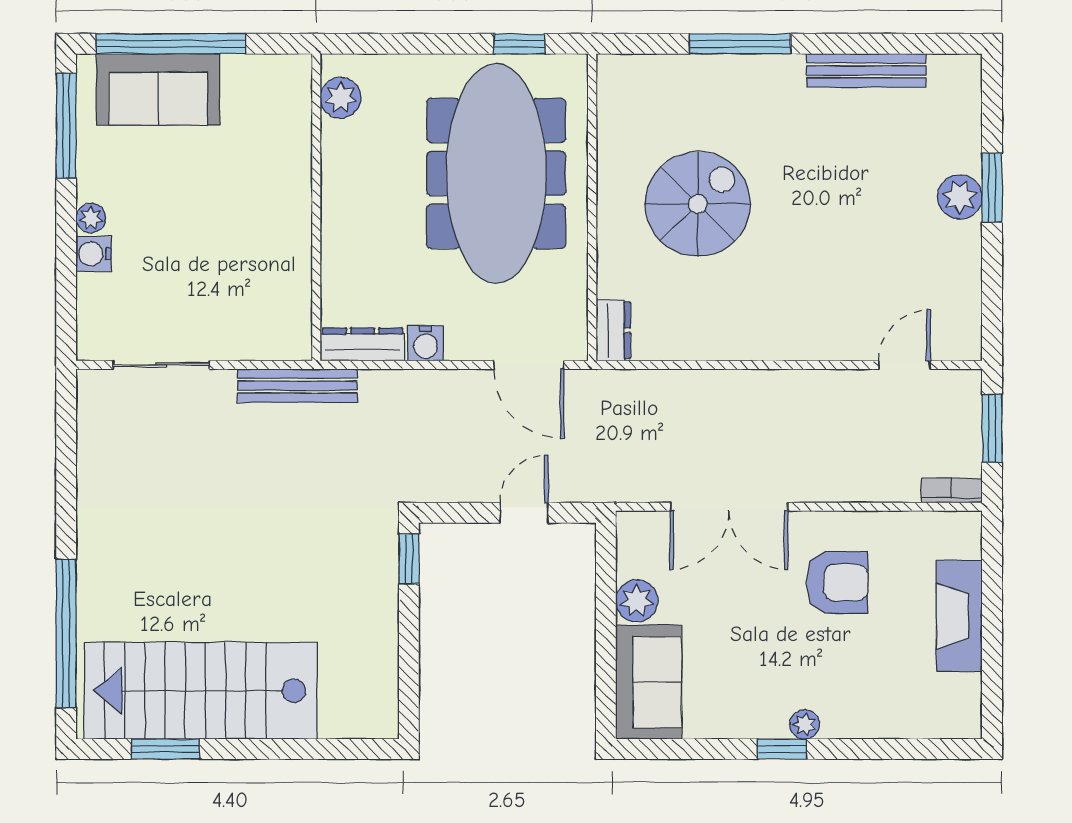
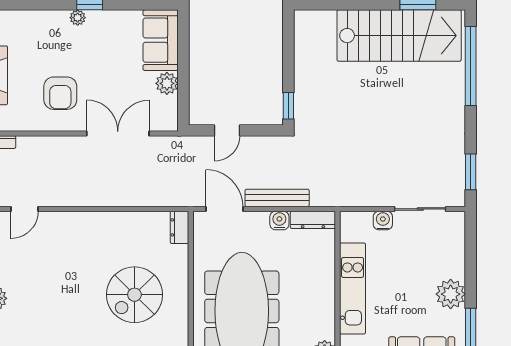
kitchen unit: (288, 216) -> (353, 288), added
plant: (91, 218) -> (451, 294), width x1.87, depth x1.87
water cooler: (94, 254) -> (383, 221), moved, turned -90
bench: (297, 386) -> (277, 198), moved
window: (66, 435) -> (471, 172), added
armchair: (837, 582) -> (60, 93), turned -90

